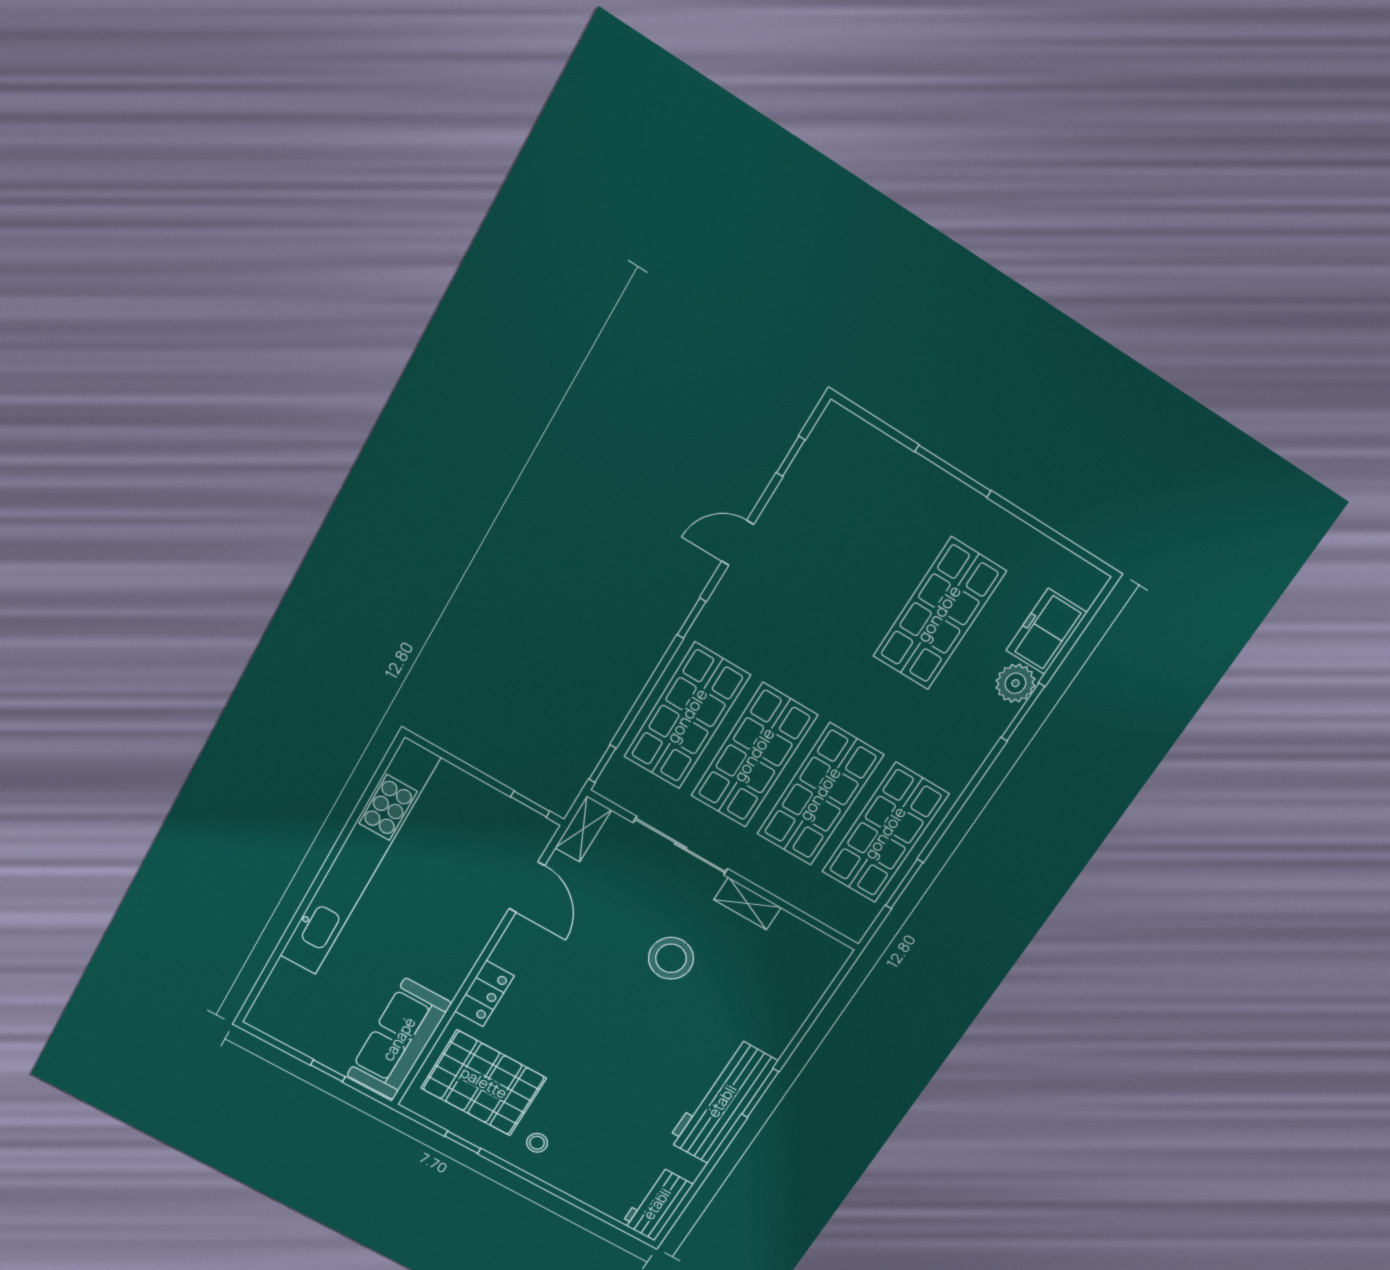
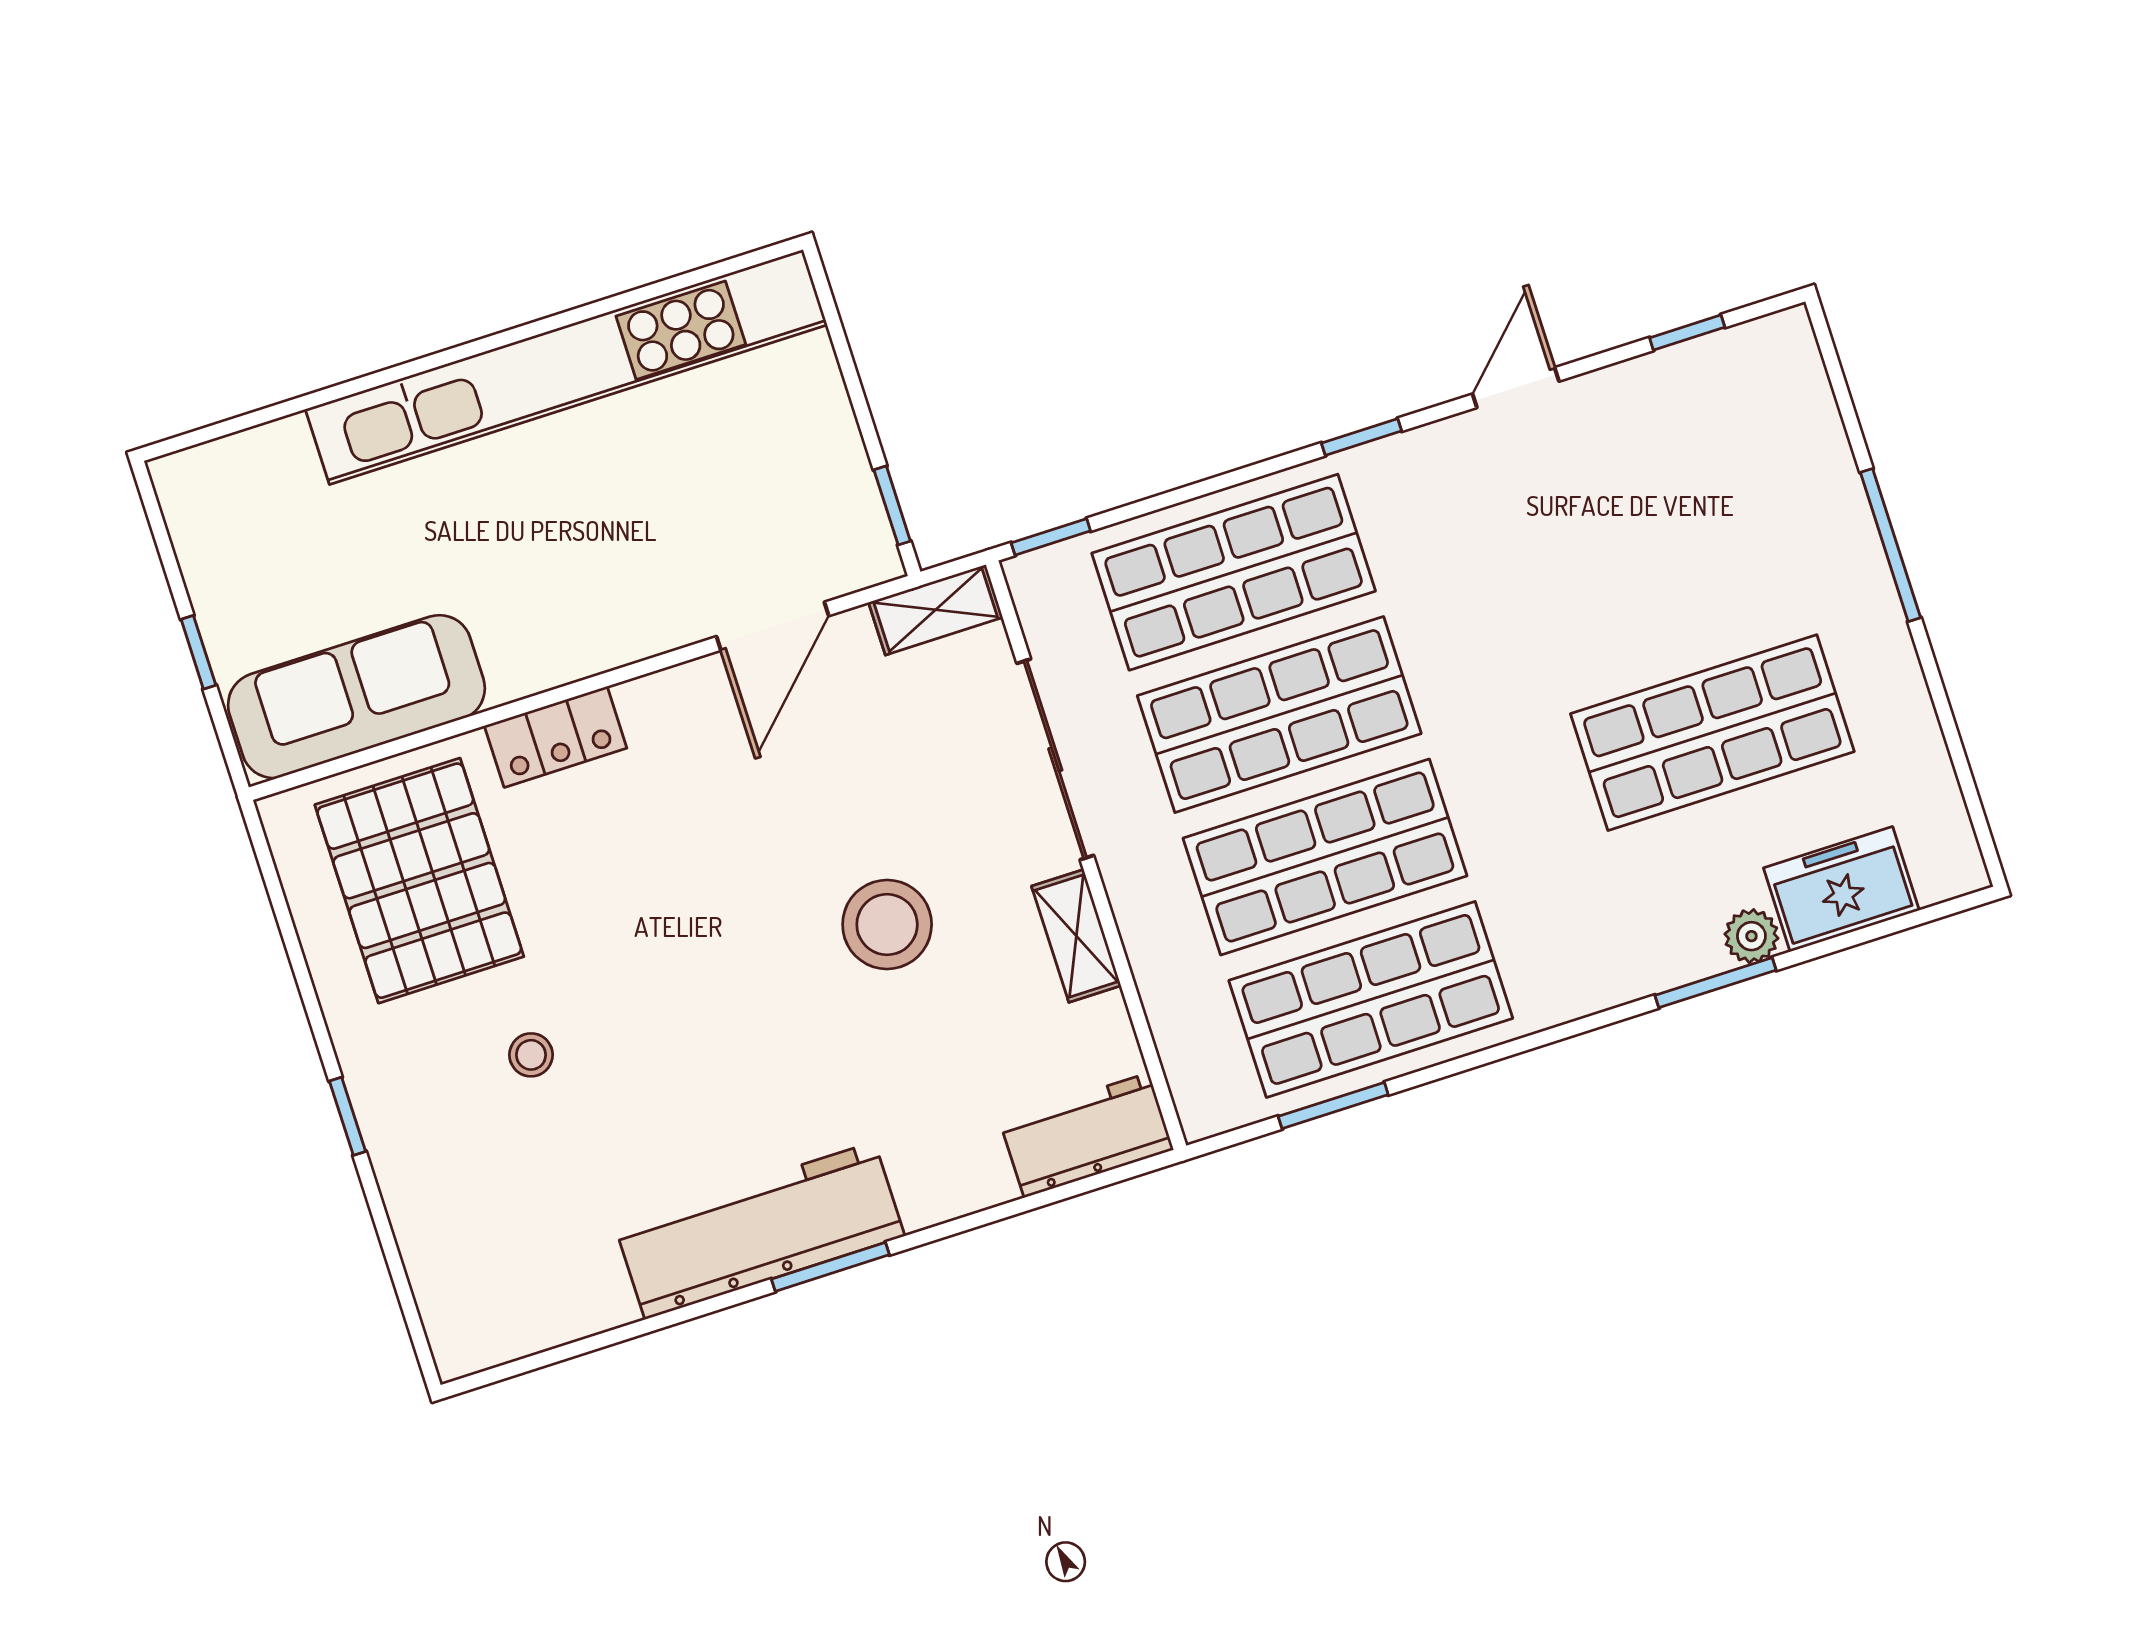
door: (738, 543) -> (1516, 388), hinge flipped
plant: (1015, 683) -> (1751, 936), width x0.73, depth x0.73
window: (463, 1142) -> (347, 1116), moved
stool: (537, 1143) -> (531, 1055), moved
workbench: (657, 1204) -> (1087, 1135), moved

